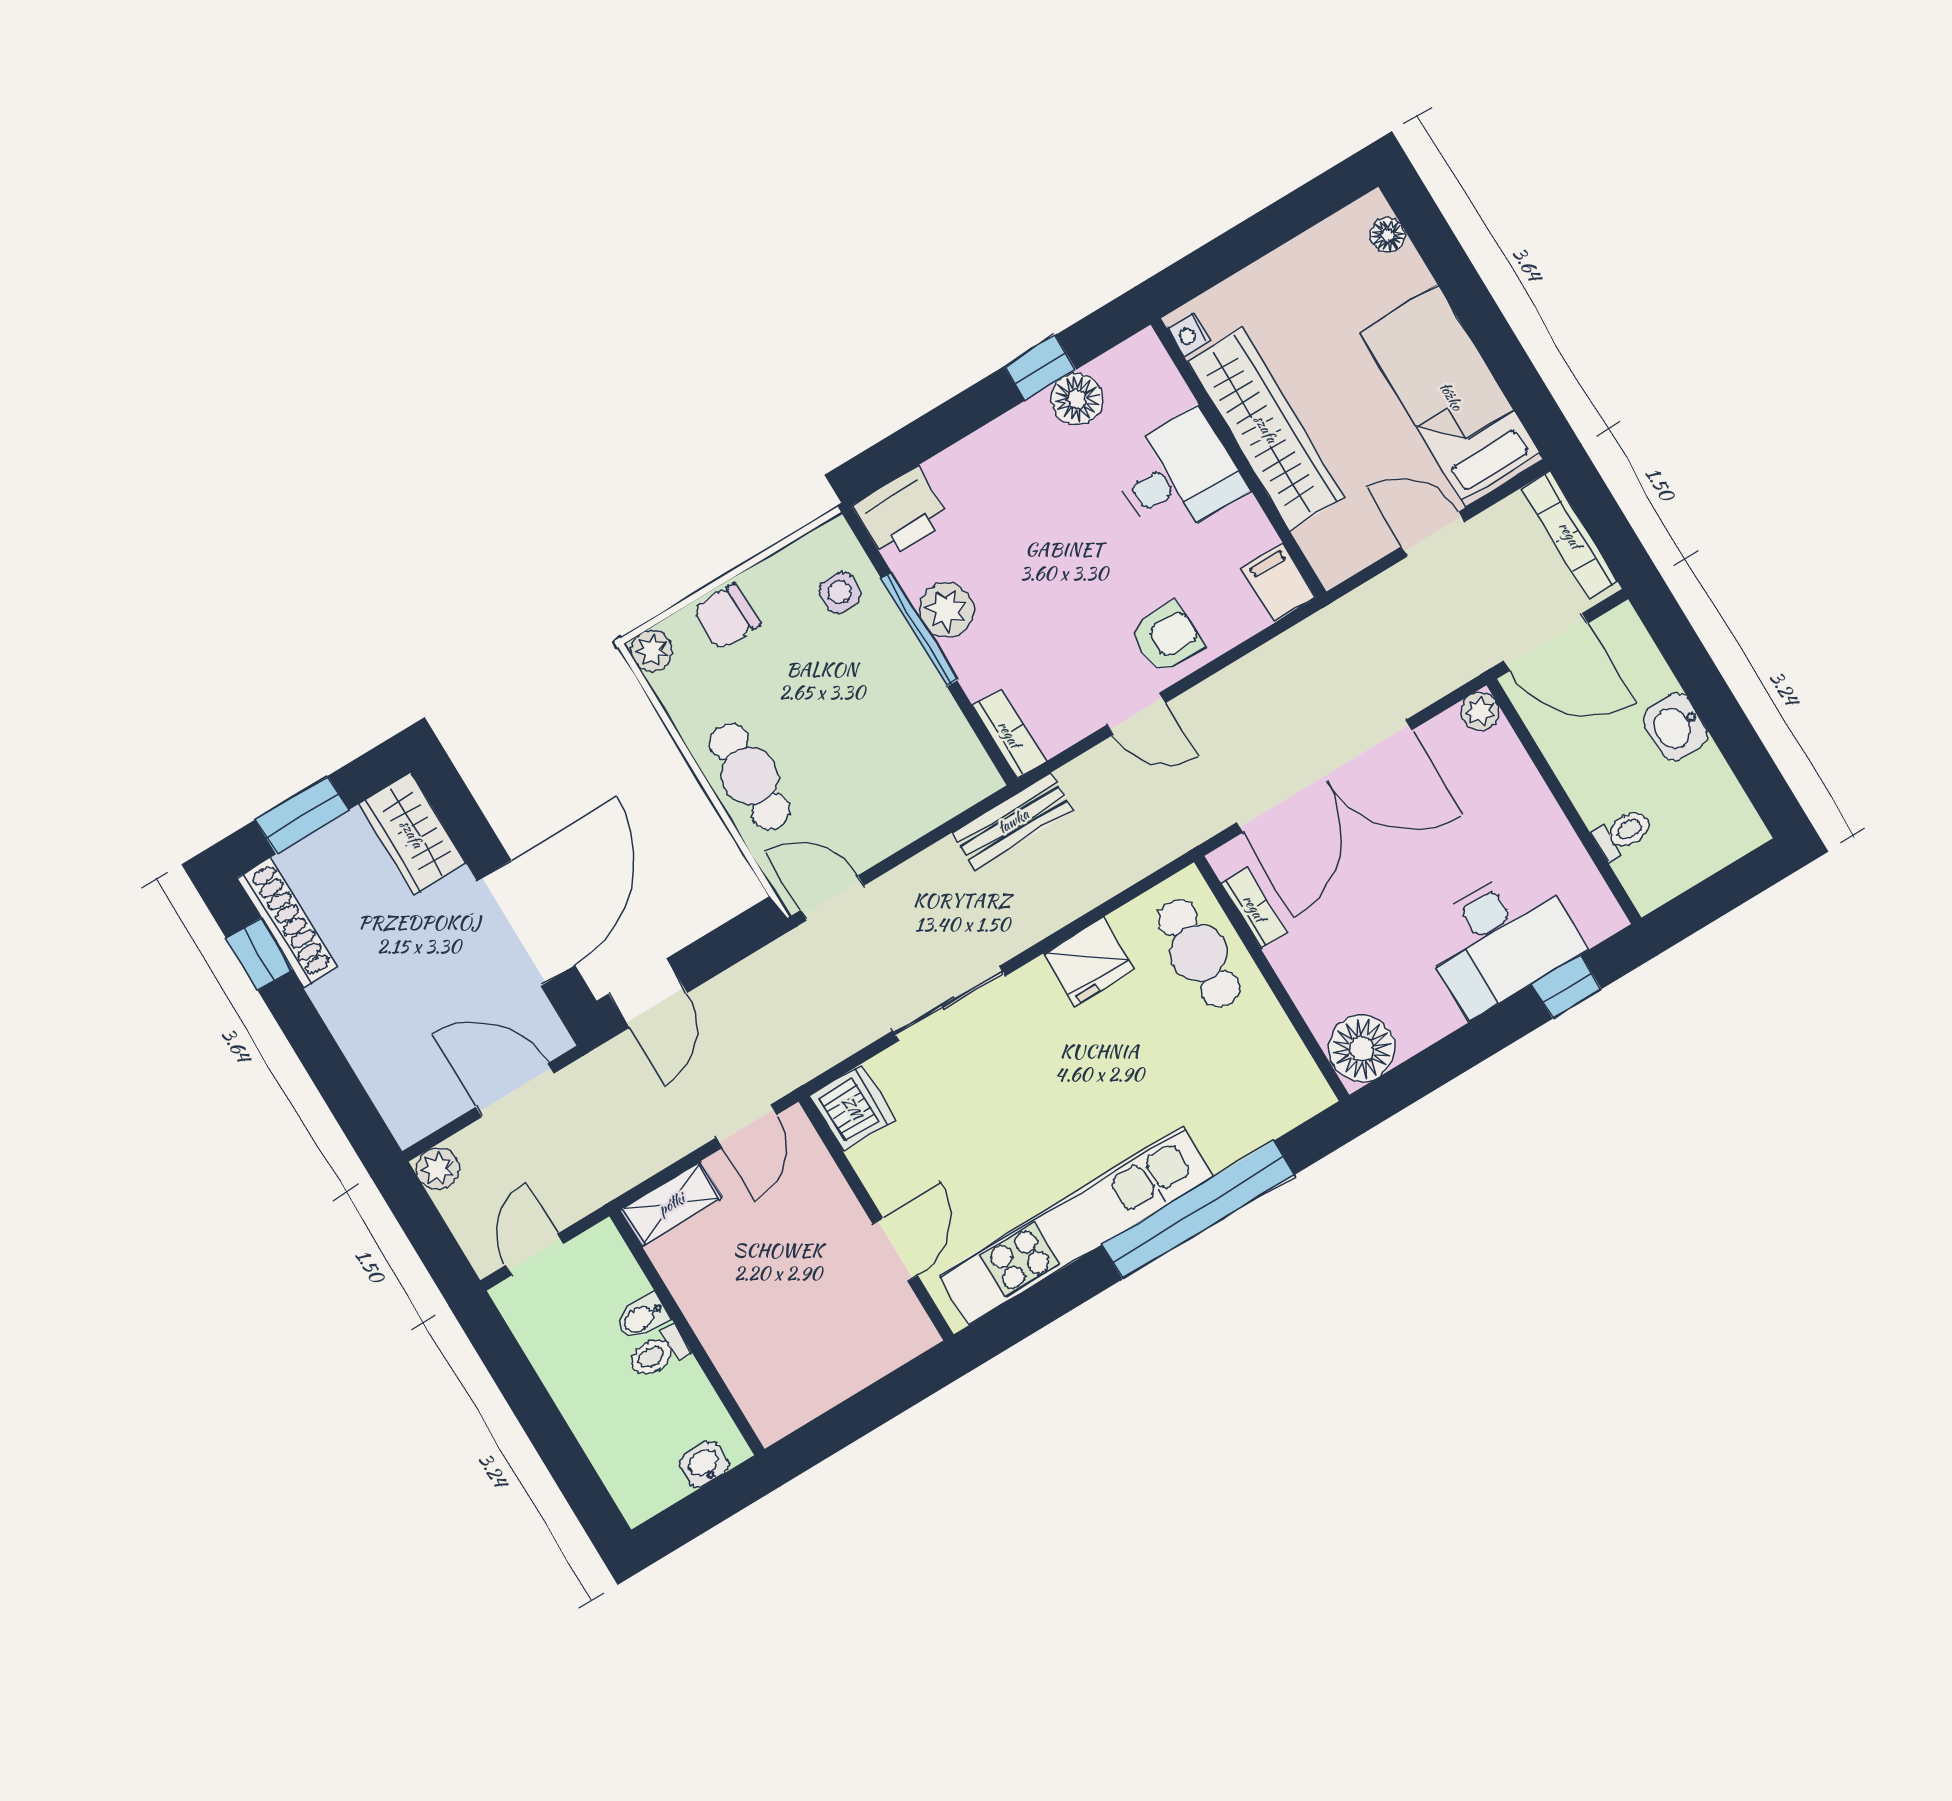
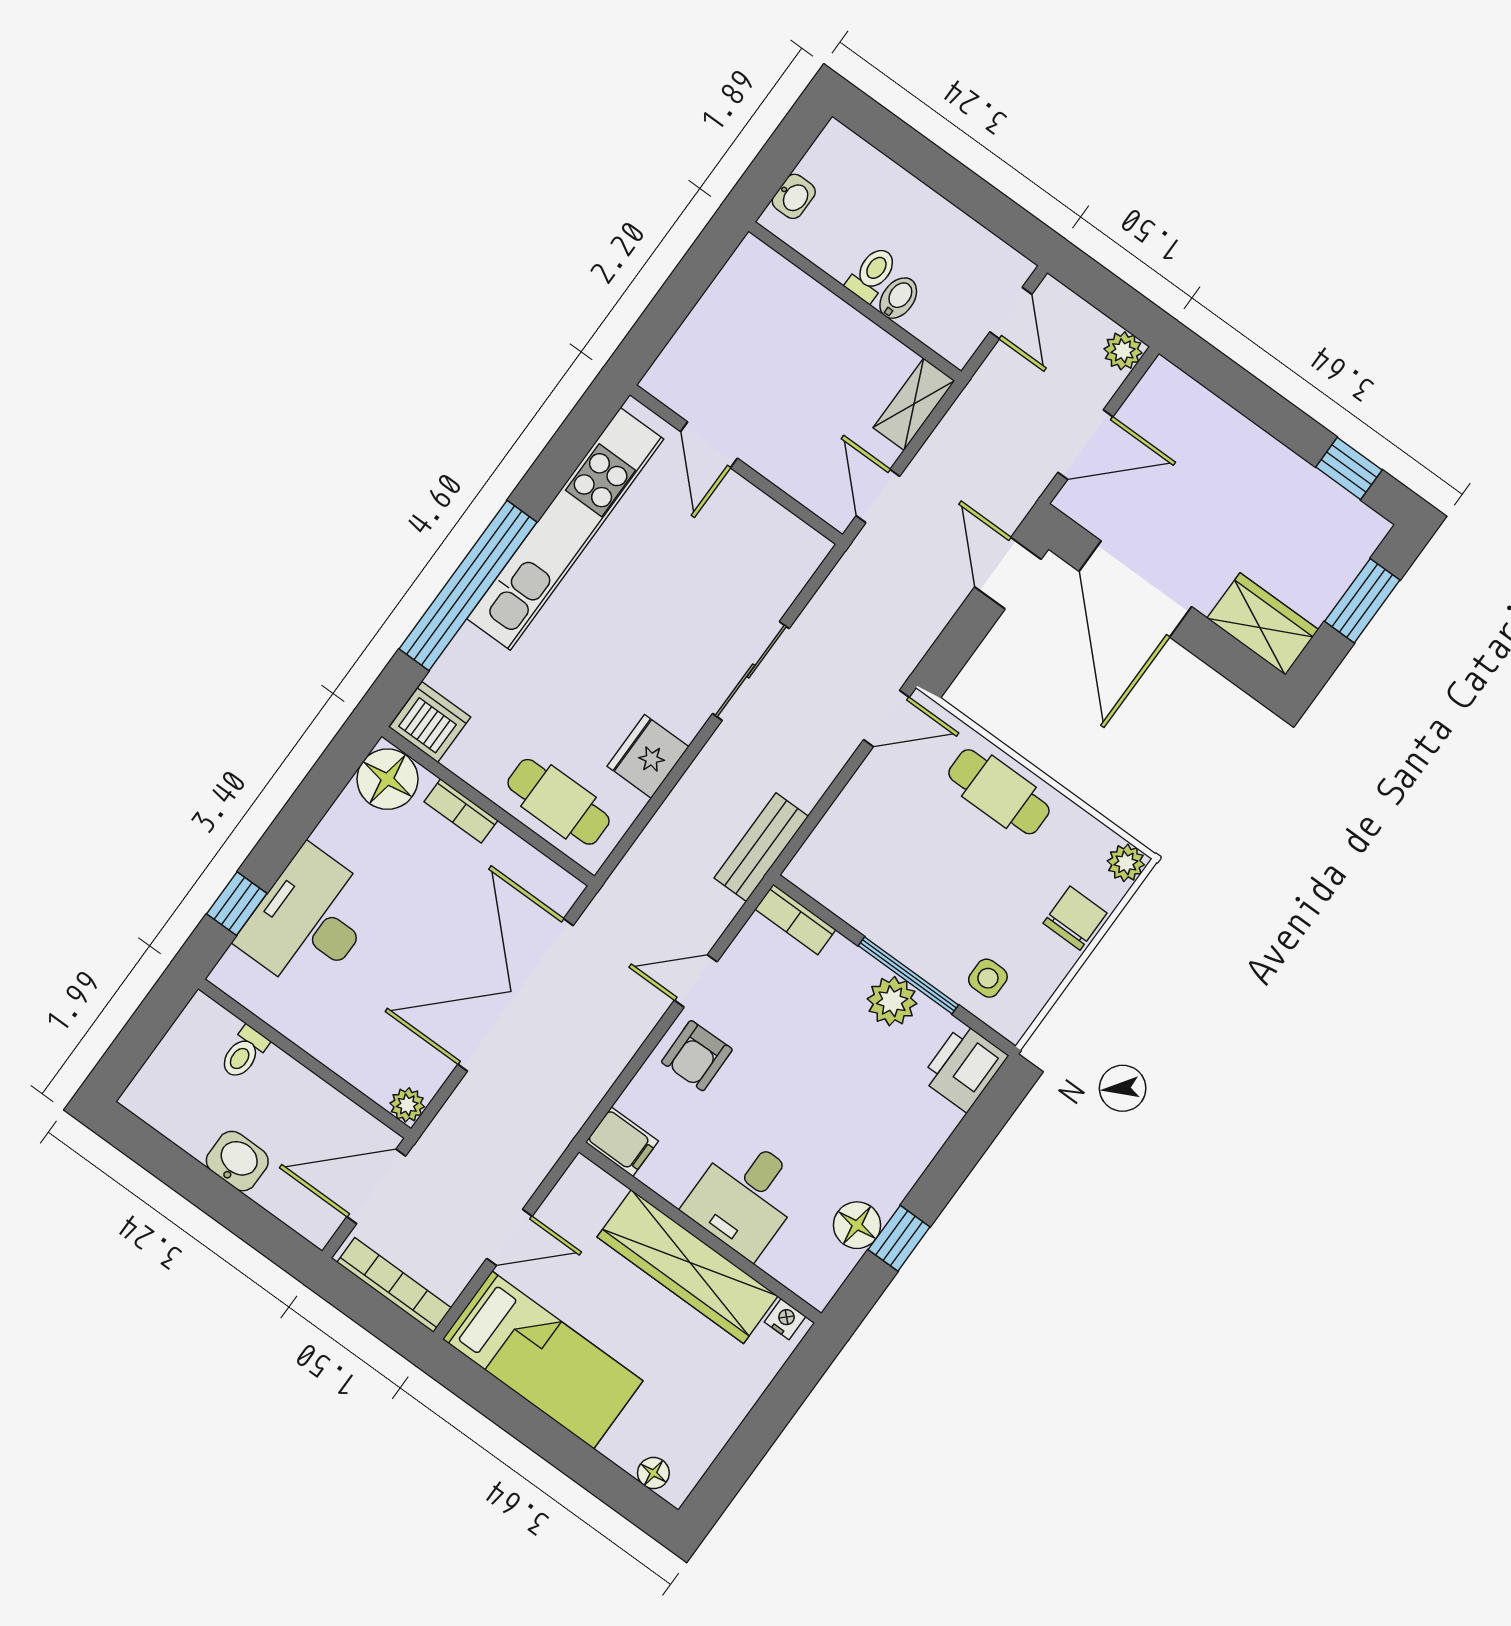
bookcase: (1254, 908) -> (461, 811), moved
shoe rack: (287, 922) -> (1337, 505), removed
dishwasher: (853, 1108) -> (430, 722), moved, turned 180

